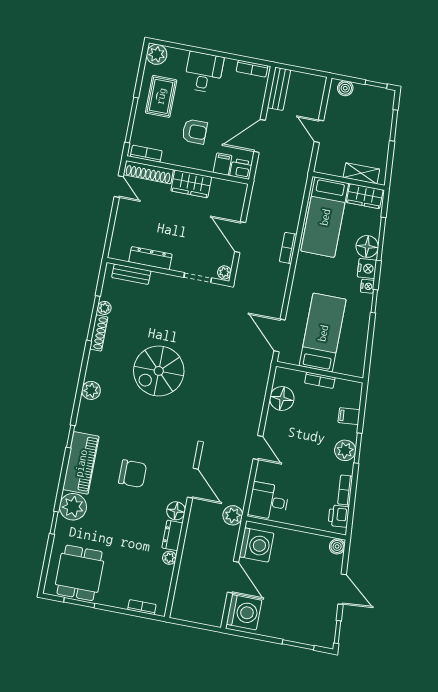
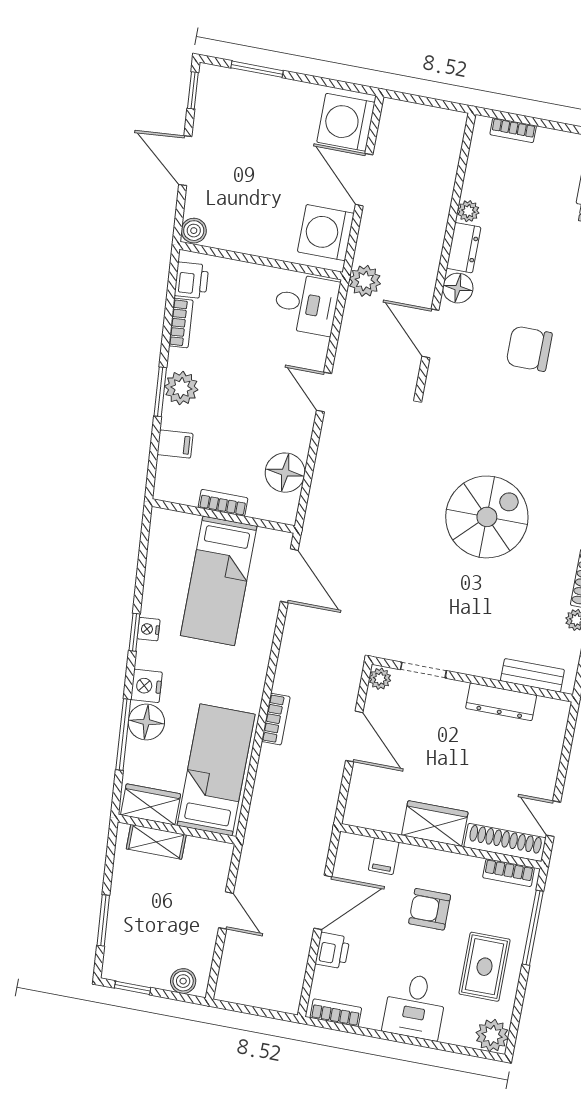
bench: (279, 89) -> (292, 980), removed
printer: (241, 169) -> (333, 951), moved, turned -90
nightstand: (367, 286) -> (149, 629), moved

